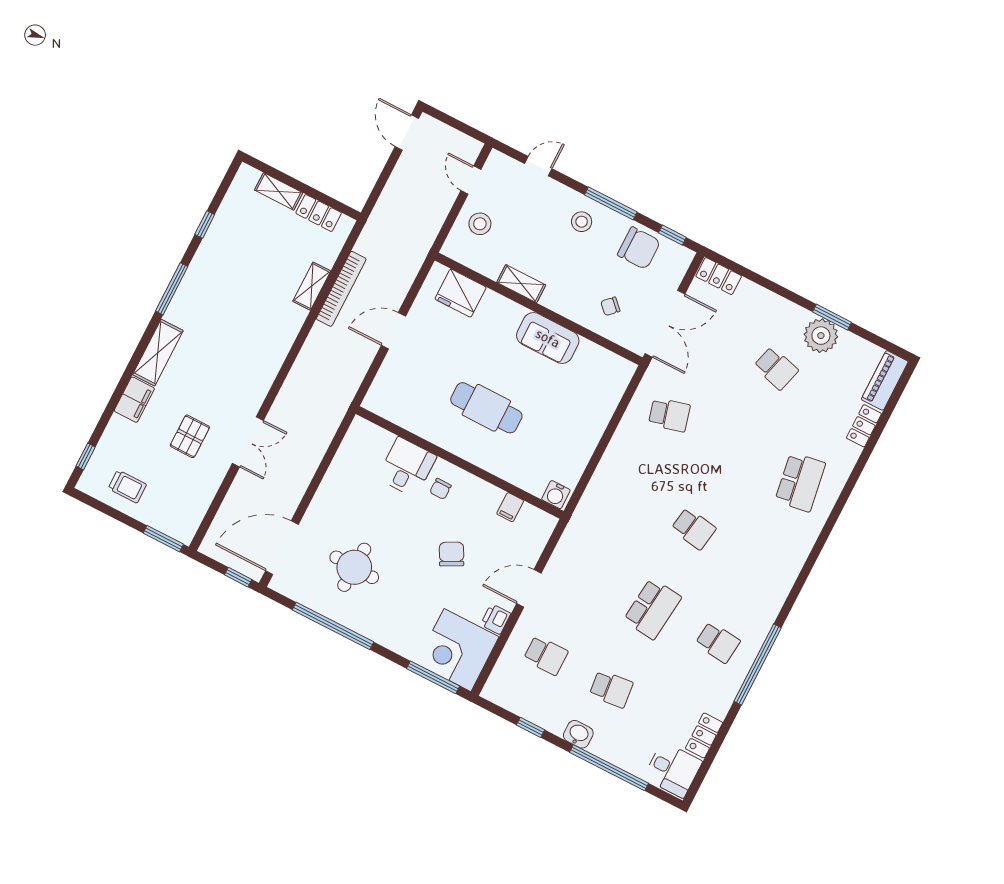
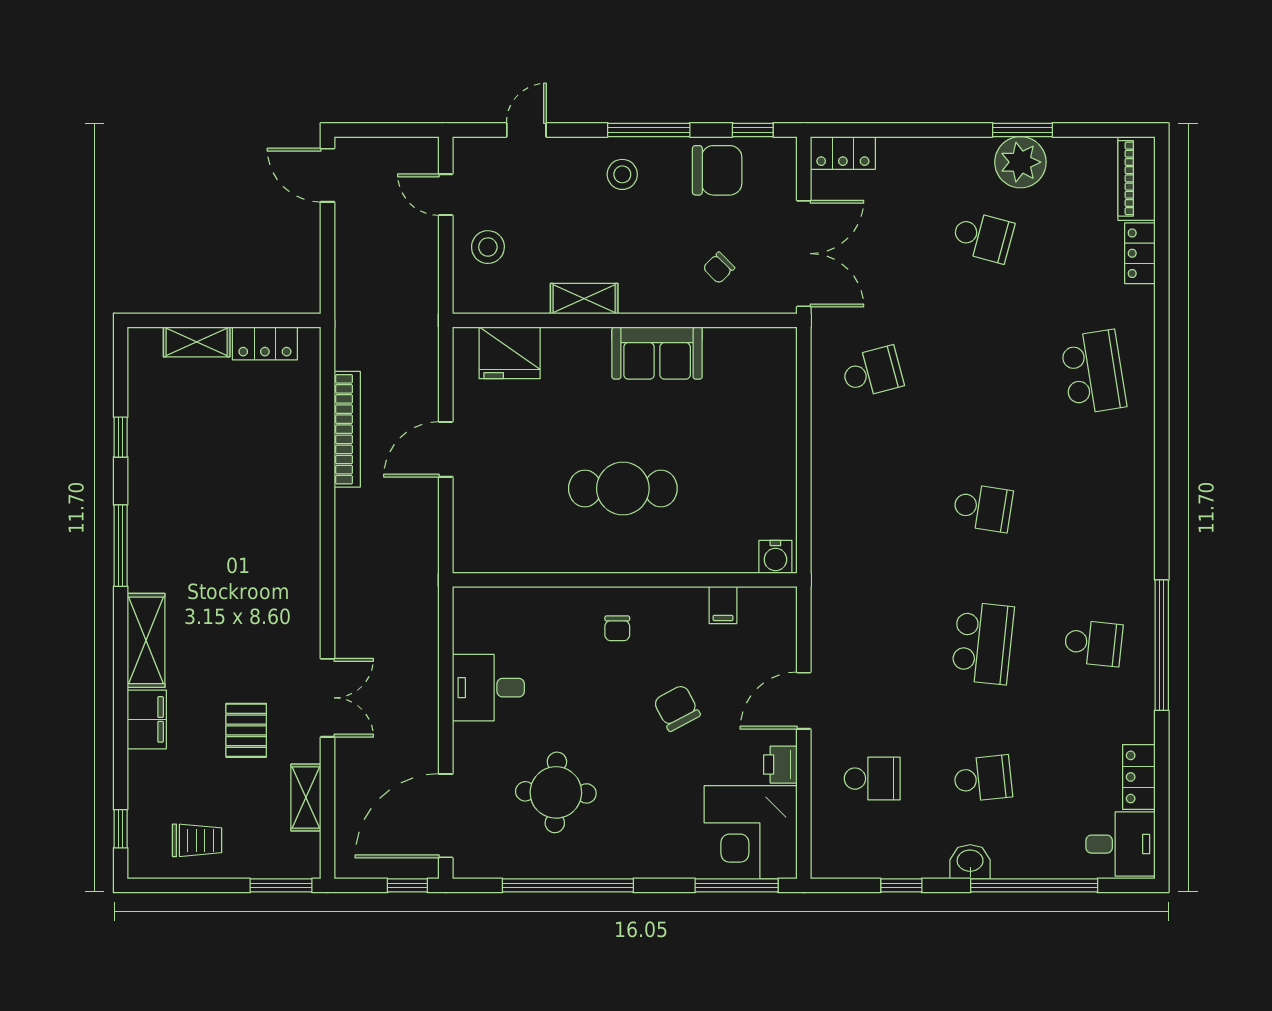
shelving: (312, 286) -> (306, 798), moved
desk: (407, 467) -> (488, 688), moved, turned -90

